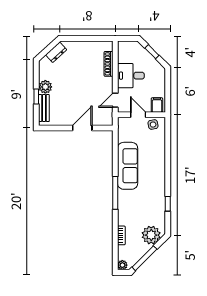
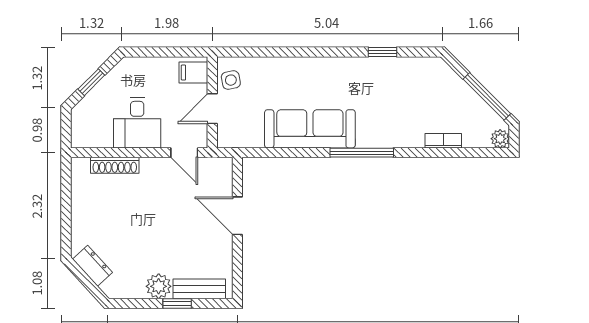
plant: (151, 235) -> (443, 84), removed

